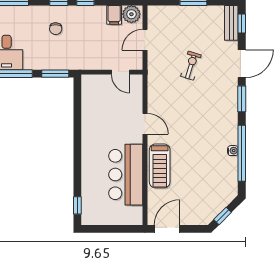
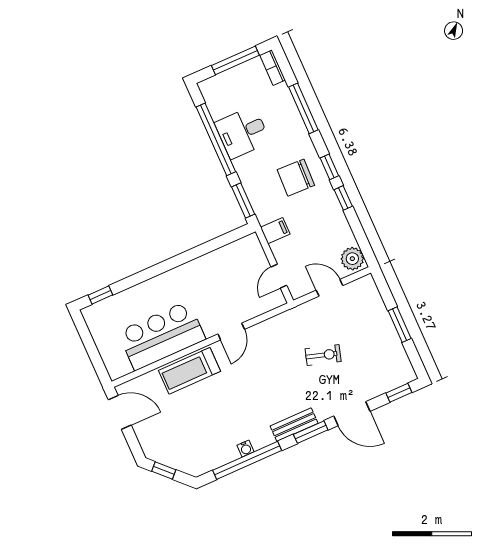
filing cabinet: (114, 15) -> (275, 231), moved, turned 180
bench: (231, 23) -> (294, 425), moved
chair: (56, 29) -> (296, 178), width x1.87, depth x1.87

